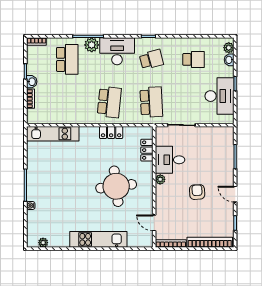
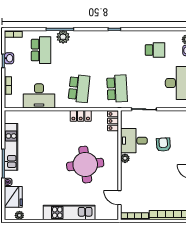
desk: (117, 51) -> (39, 96), moved, turned 180
school desk: (151, 59) -> (117, 50), removed
washbasin: (32, 82) -> (9, 58), moved
kitchen unit: (53, 134) -> (11, 147), moved, turned -90
locker: (147, 150) -> (113, 121), moved
armchair: (197, 192) -> (163, 145), moved
fridge: (36, 222) -> (13, 197), added

